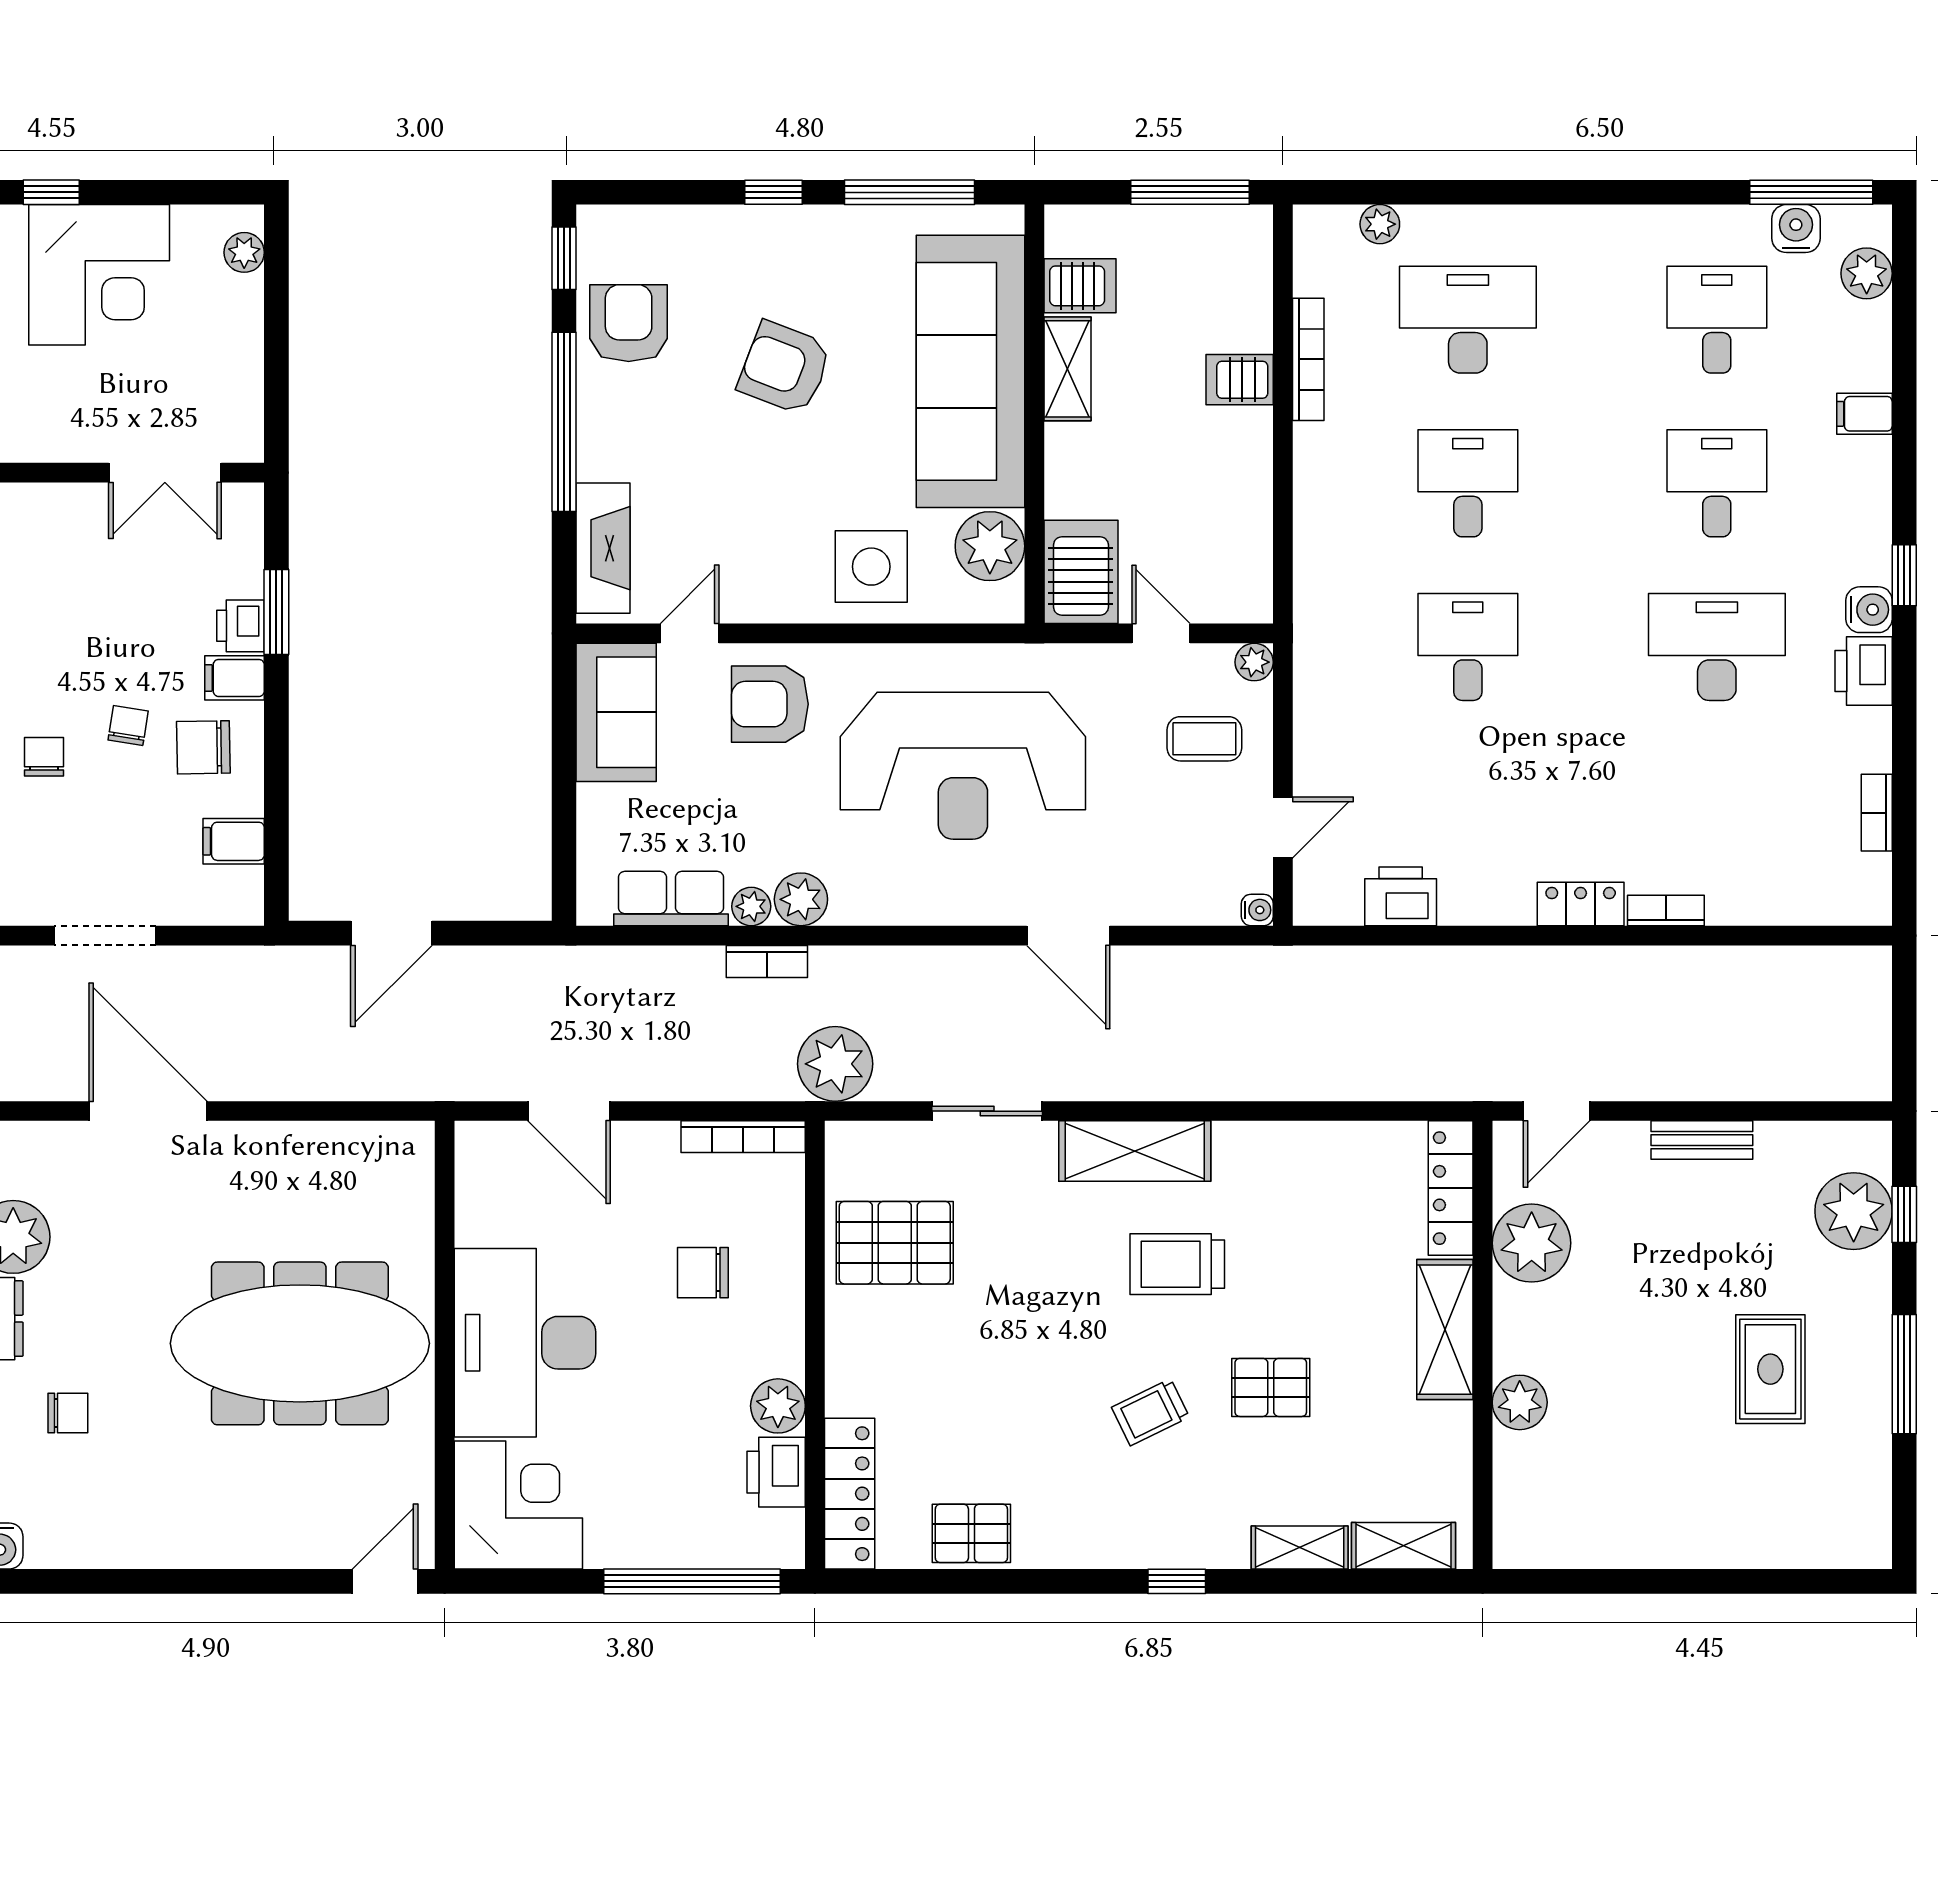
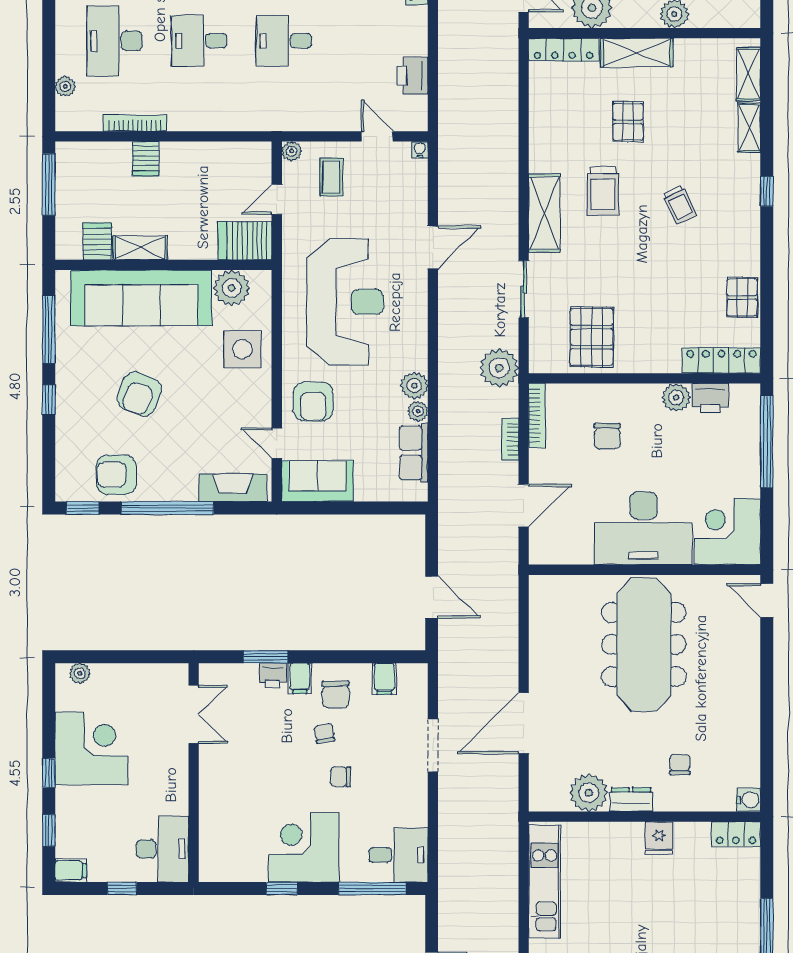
chair: (128, 726) -> (324, 733), turned 72
bookcase: (767, 961) -> (510, 439), moved, turned 180
pallet: (1271, 1387) -> (628, 122), moved

